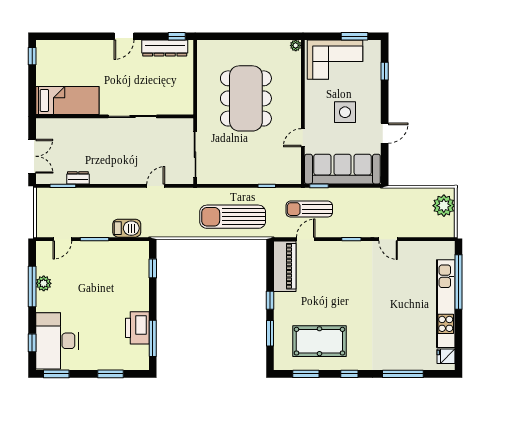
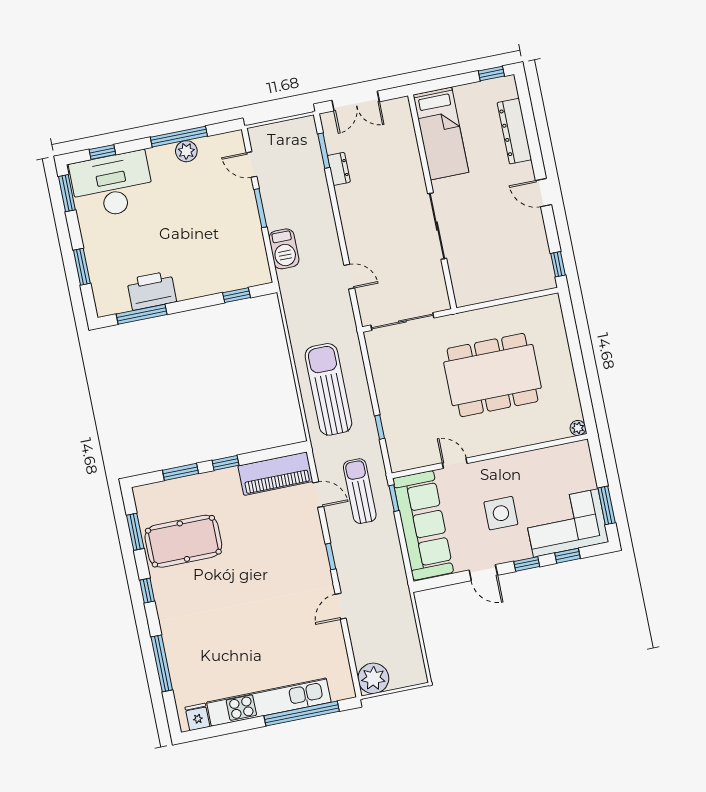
dresser: (165, 48) -> (514, 131), moved
corner sofa: (335, 60) -> (566, 523), moved, turned 90
window: (385, 101) -> (527, 564), added
plant: (444, 206) -> (373, 678), moved
pool table: (319, 341) -> (183, 541), turned 90

